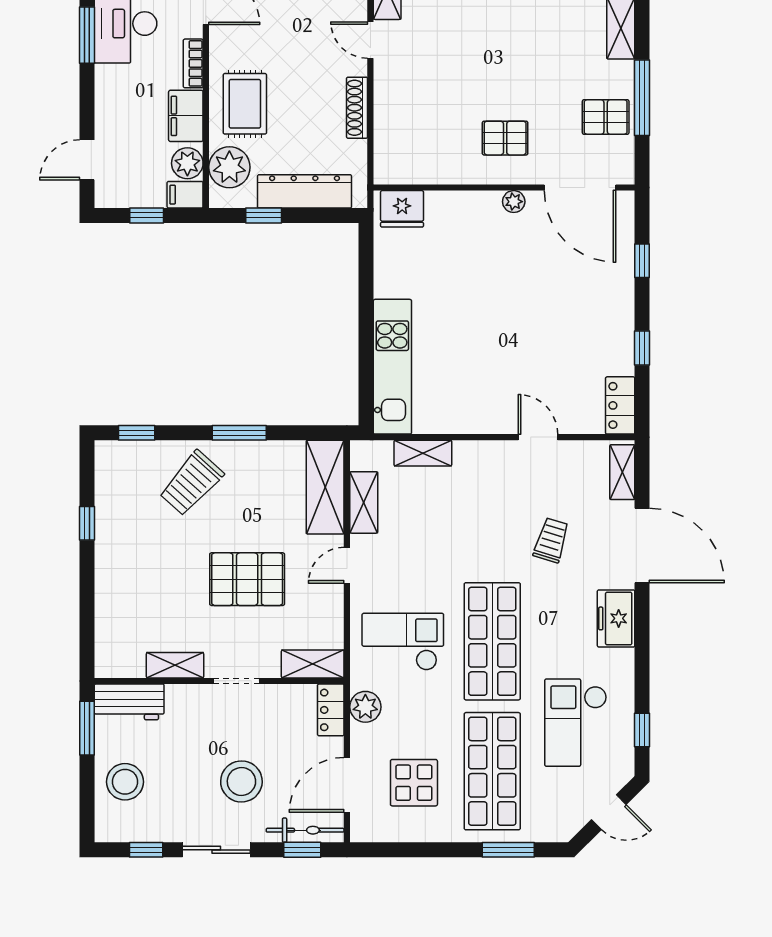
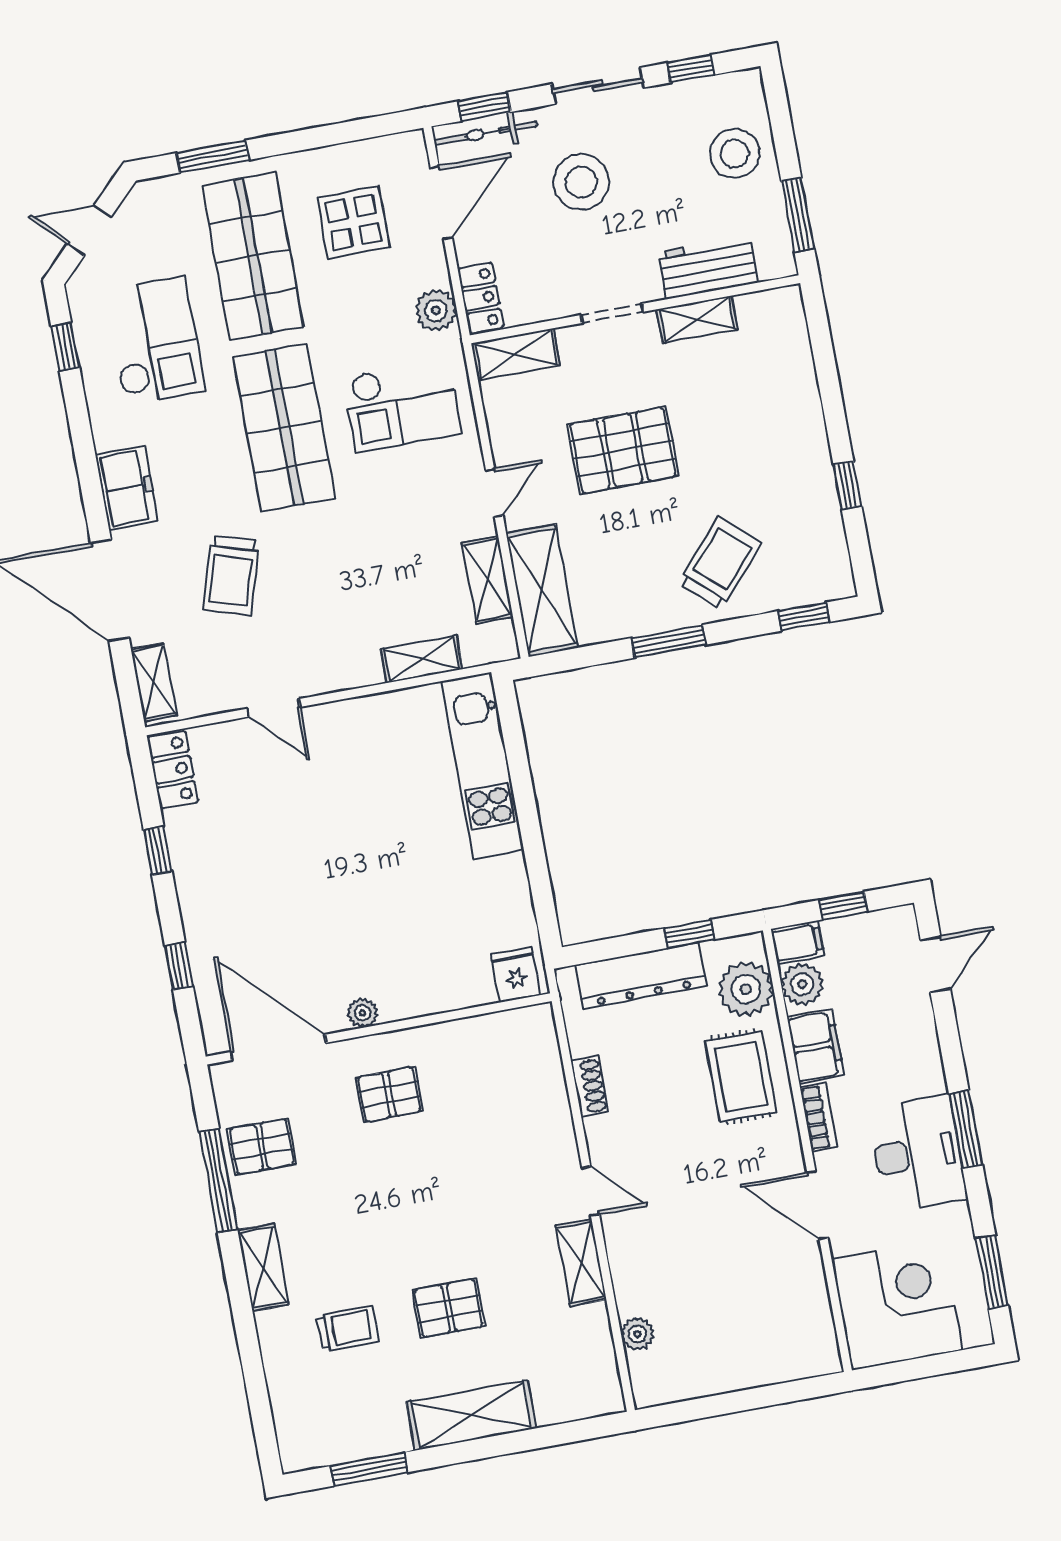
shoe rack: (357, 108) -> (590, 1086), width x0.70
fridge: (402, 209) -> (516, 975), width x0.72
trolley: (551, 540) -> (231, 575), width x1.36, depth x1.39
workbench: (129, 702) -> (708, 267), moved

